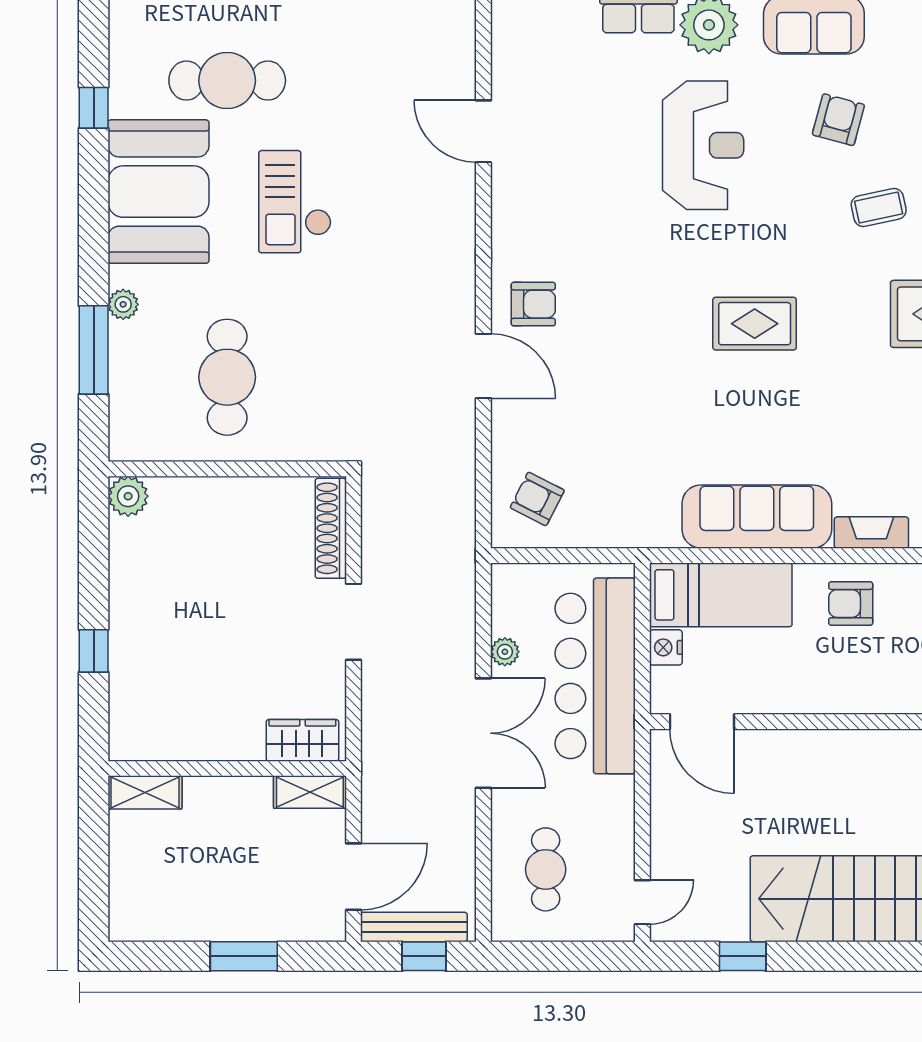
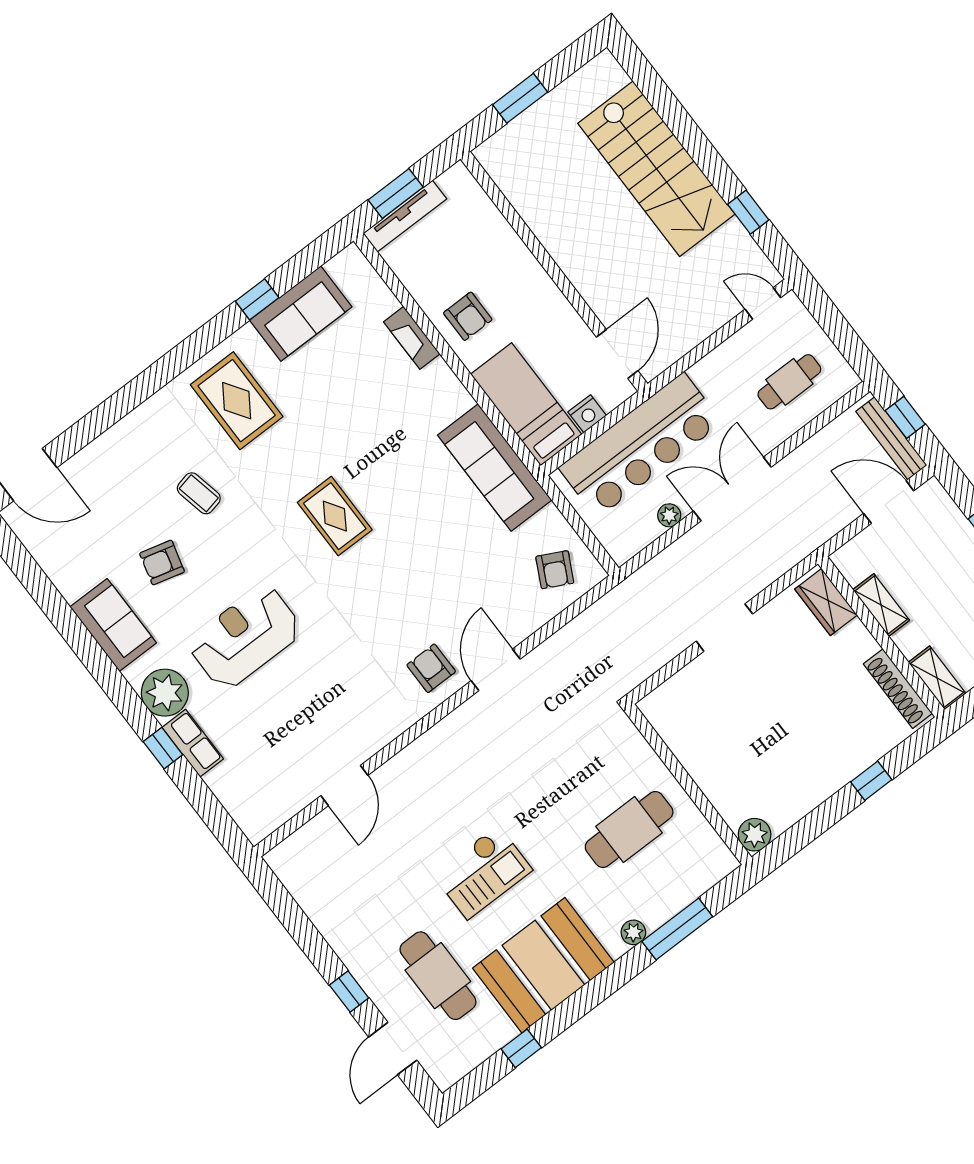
sofa: (757, 517) -> (495, 468), moved
shoe rack: (331, 528) -> (898, 689), moved, turned 90
shelving: (310, 792) -> (881, 605), moved

